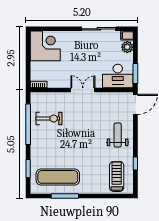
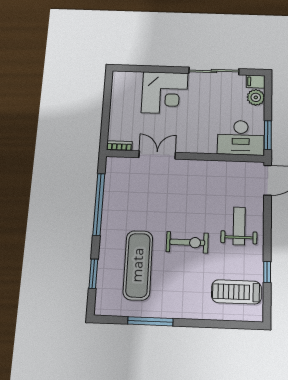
corner desk: (45, 46) -> (165, 93), moved, turned 90
double door: (83, 90) -> (157, 155), moved
exercise bike: (49, 119) -> (187, 242), moved
treadmill: (117, 176) -> (236, 292), turned -90
exercise mat: (58, 177) -> (138, 265), moved, turned 90

